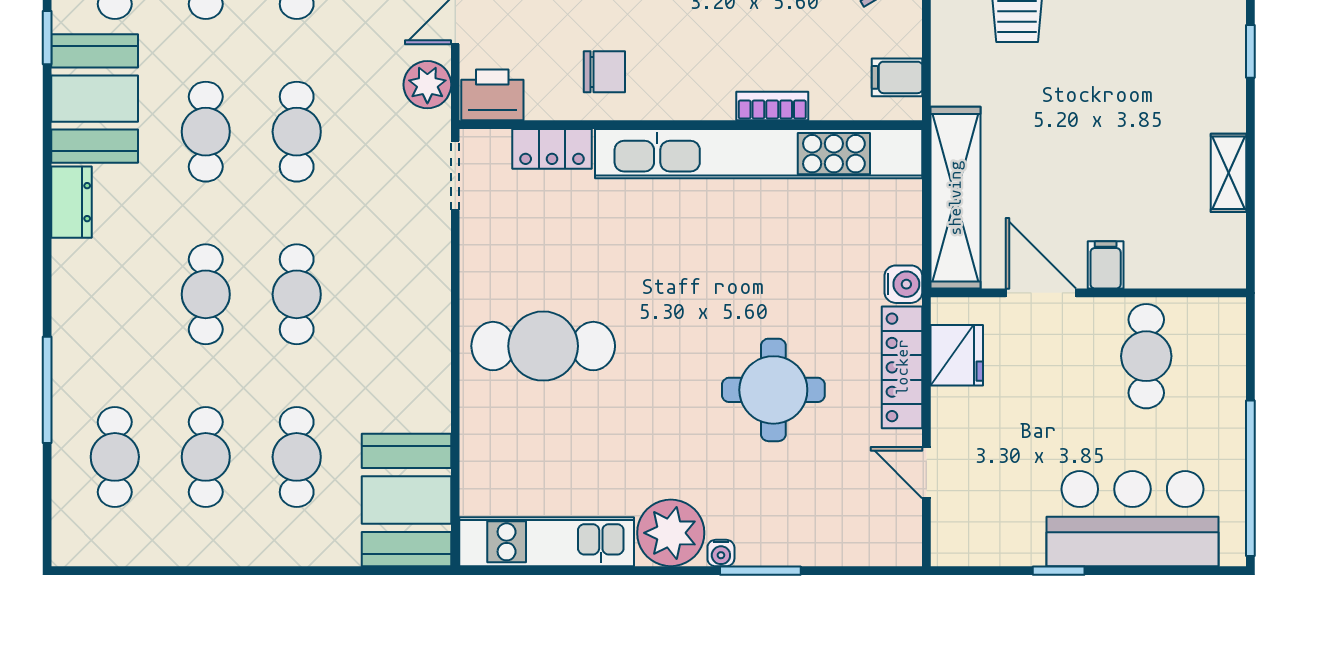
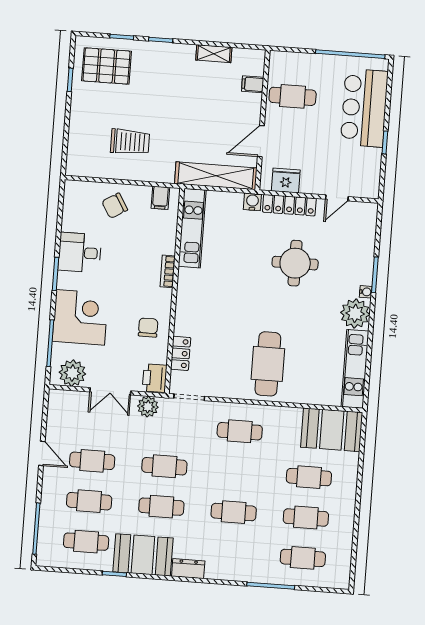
bookcase: (772, 106) -> (168, 271), moved
kitchen unit: (759, 154) -> (192, 228), width x0.54
filing cabinet: (1106, 265) -> (253, 84), moved
cafe table: (297, 294) -> (240, 431), moved

